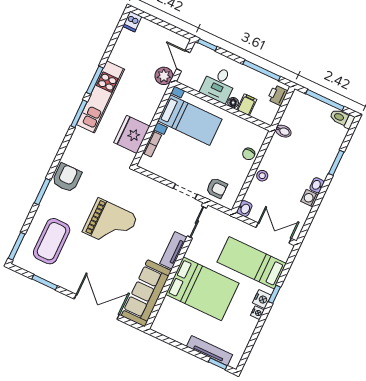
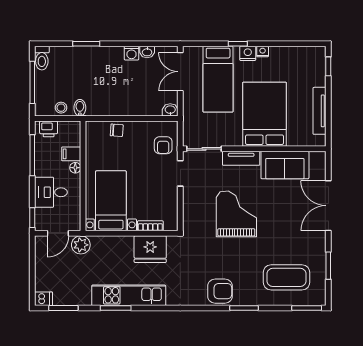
desk: (219, 84) -> (51, 192), moved, turned 180
window: (79, 114) -> (63, 308), moved
stool: (262, 176) -> (61, 108), moved
armchair: (67, 178) -> (220, 291), turned 180
washbasin: (317, 185) -> (147, 52), moved
armchair: (217, 188) -> (163, 145), turned 180
grand piano: (110, 224) -> (236, 214), moved
sofa: (146, 293) -> (285, 165), width x0.73
tv unit: (209, 351) -> (320, 111), moved

